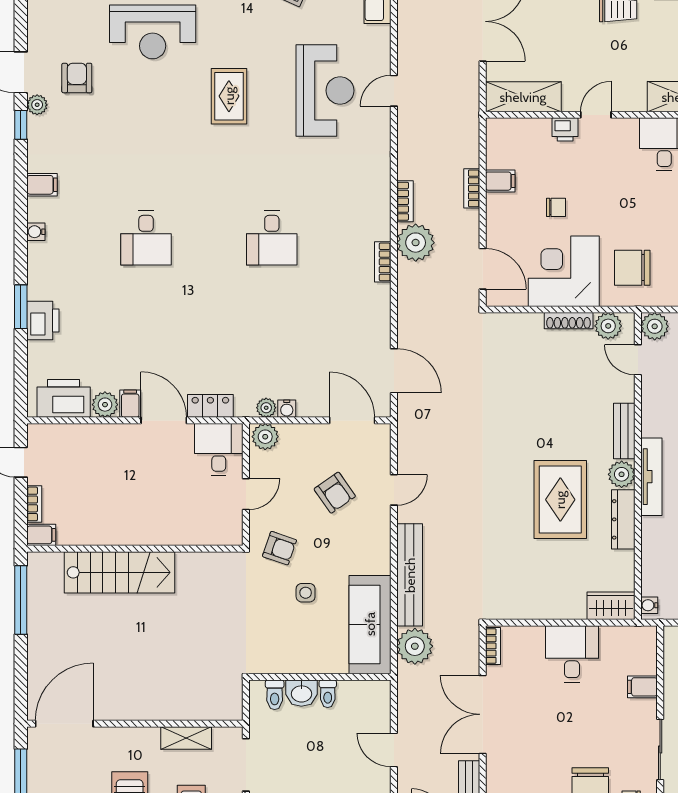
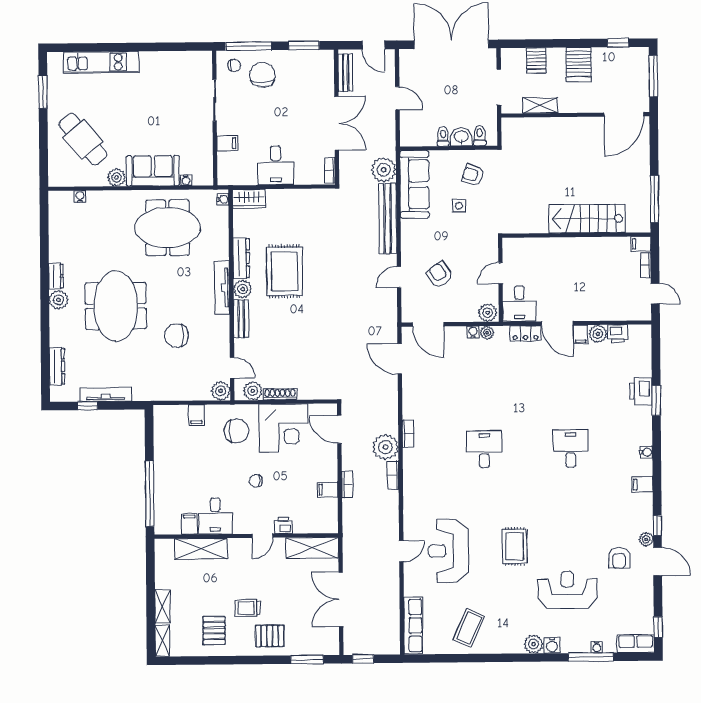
chair: (556, 207) -> (256, 481), moved
printer: (64, 398) -> (618, 334), width x0.53, depth x0.68
armchair: (279, 548) -> (473, 175), moved

